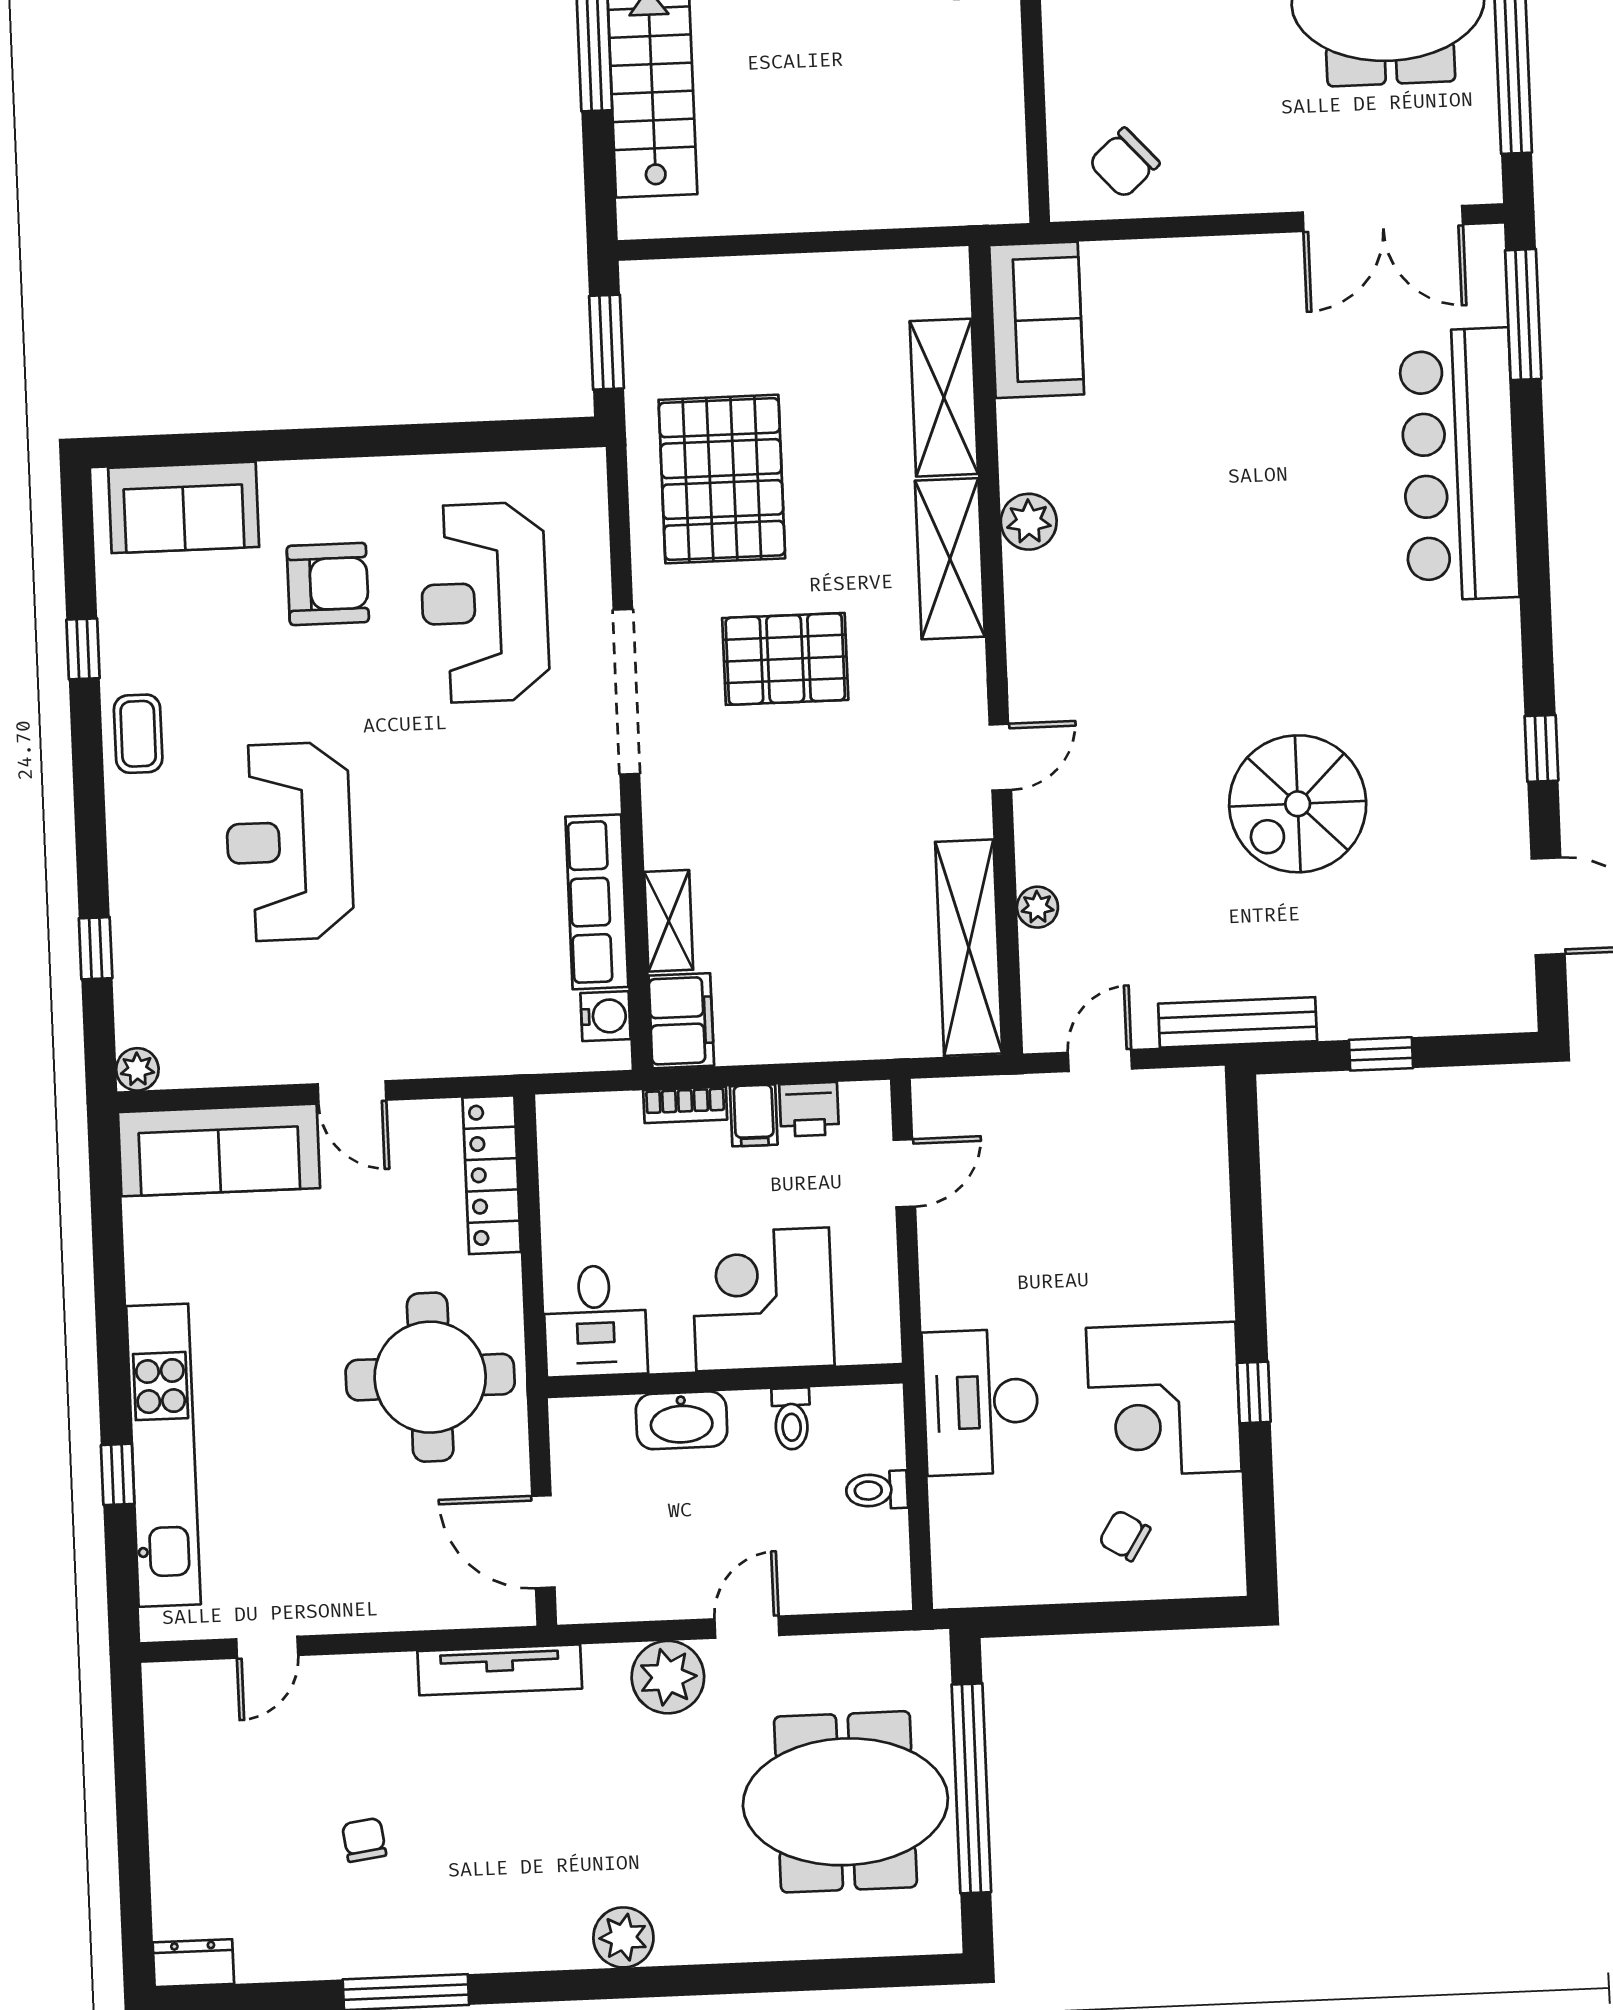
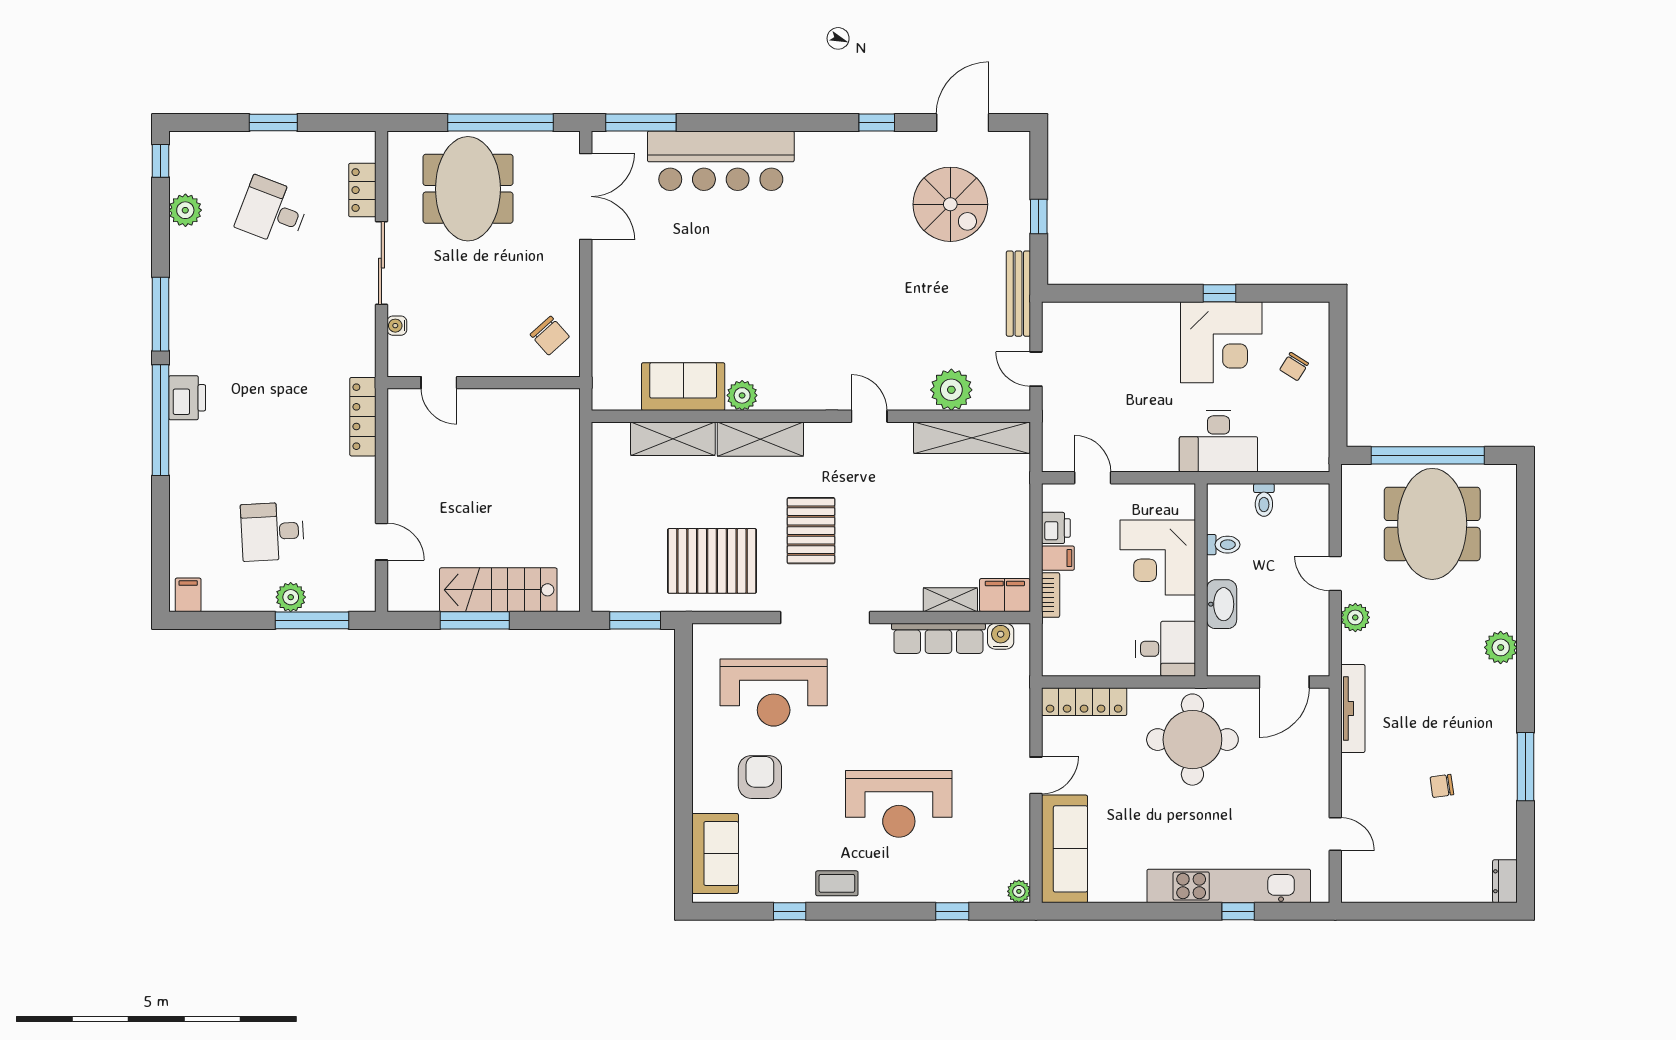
sofa: (1037, 320) -> (683, 387), moved
spiral stairs: (1298, 804) -> (950, 204), moved
plant: (1037, 907) -> (951, 390), width x1.87, depth x1.87
plant: (668, 1677) -> (1355, 617), width x0.73, depth x0.73

